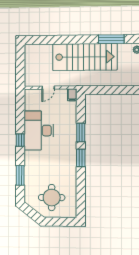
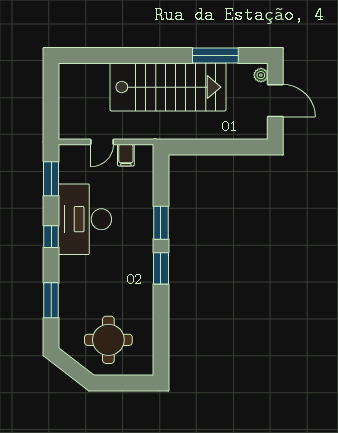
filing cabinet: (72, 95) -> (126, 155), moved
window: (20, 108) -> (51, 179), added

